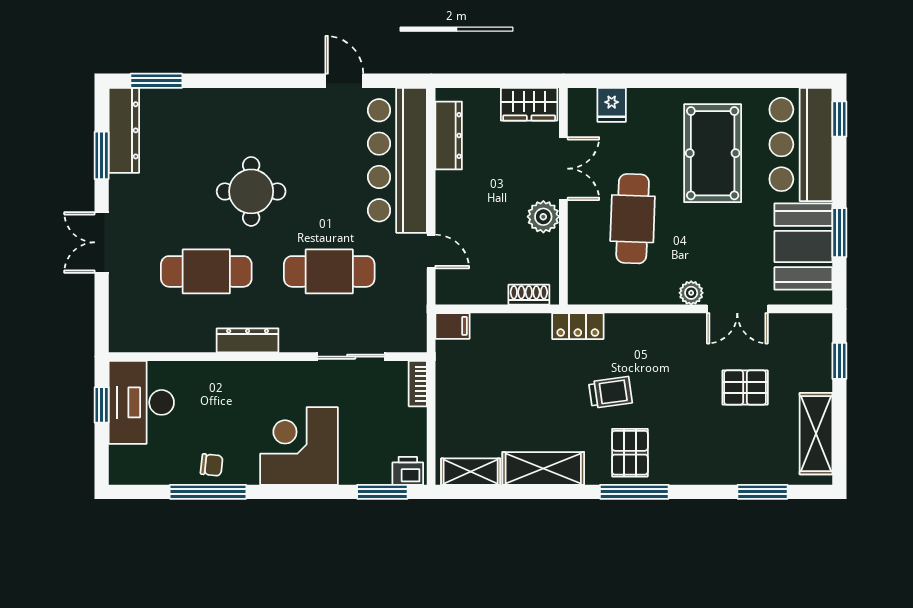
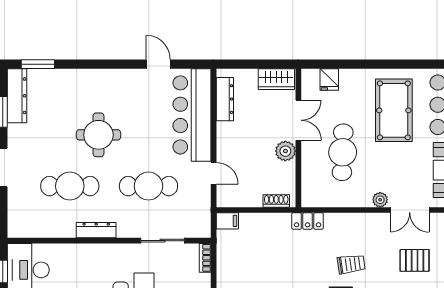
trolley: (610, 392) -> (351, 264), moved

